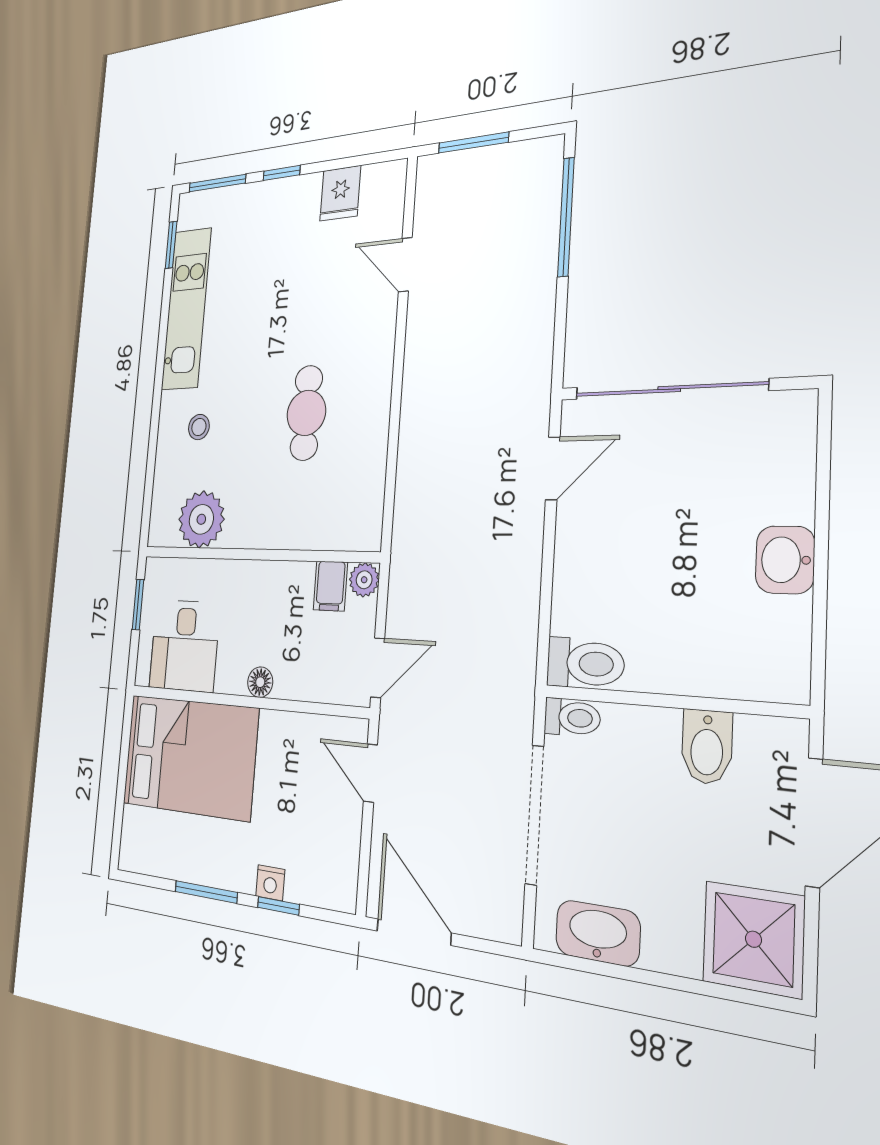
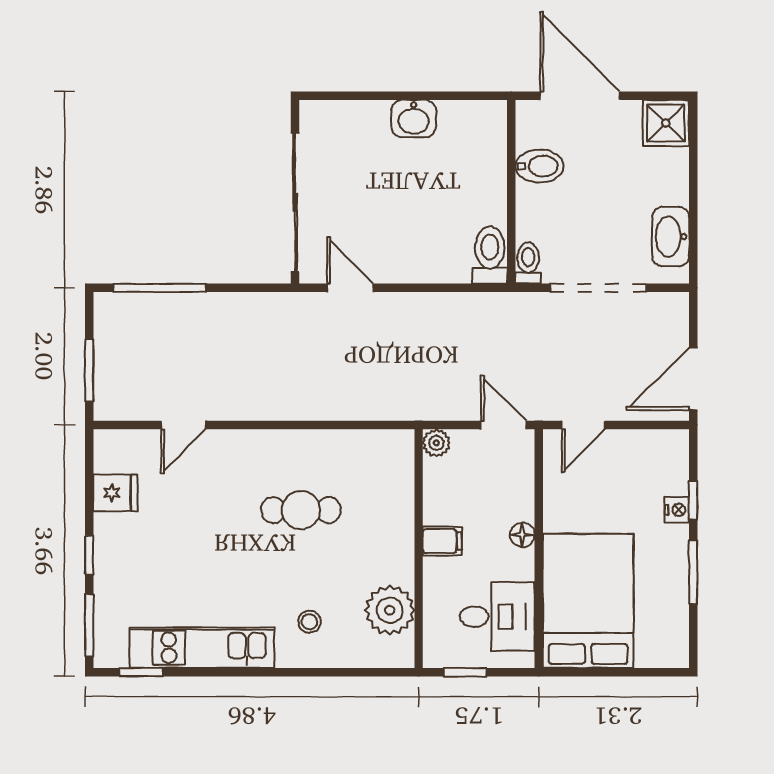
filing cabinet: (330, 586) -> (442, 541), moved
shower: (753, 939) -> (666, 123), width x0.73, depth x0.73

